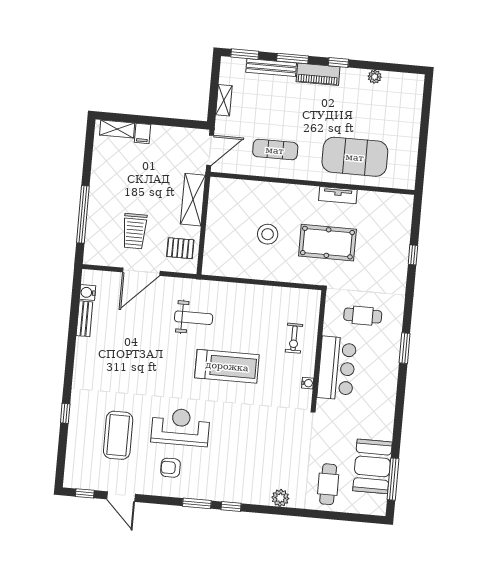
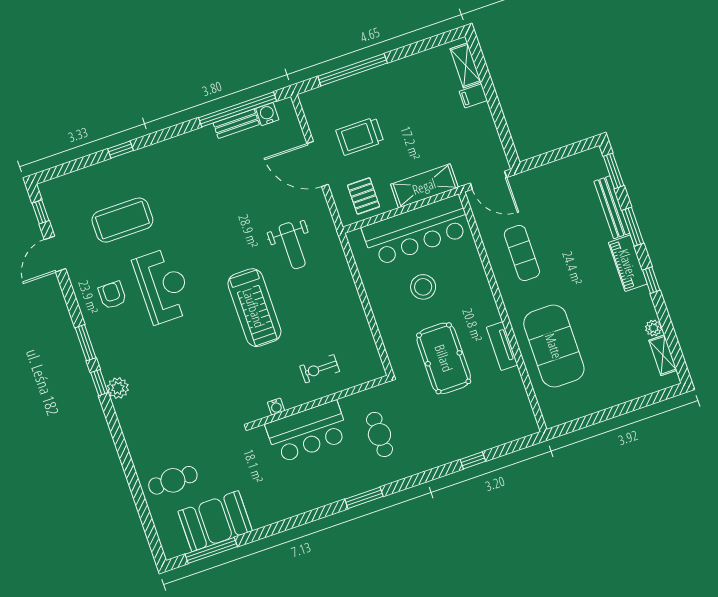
shelving: (224, 100) -> (663, 355), moved, turned 90
bar counter: (224, 220) -> (417, 230), added
window: (74, 313) -> (238, 109), added
plant: (280, 498) -> (118, 388), moved

